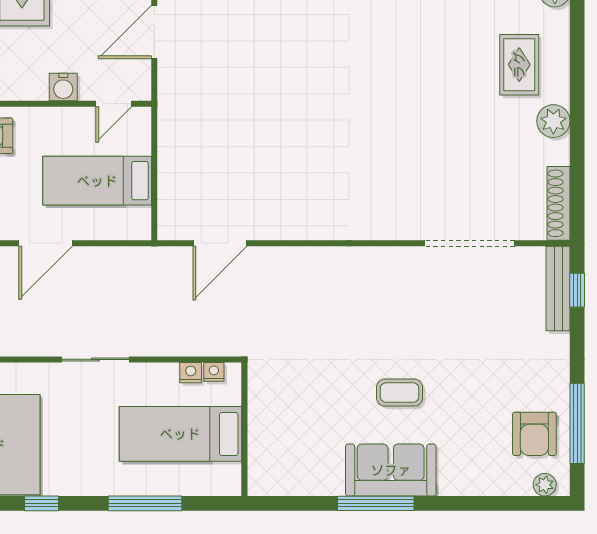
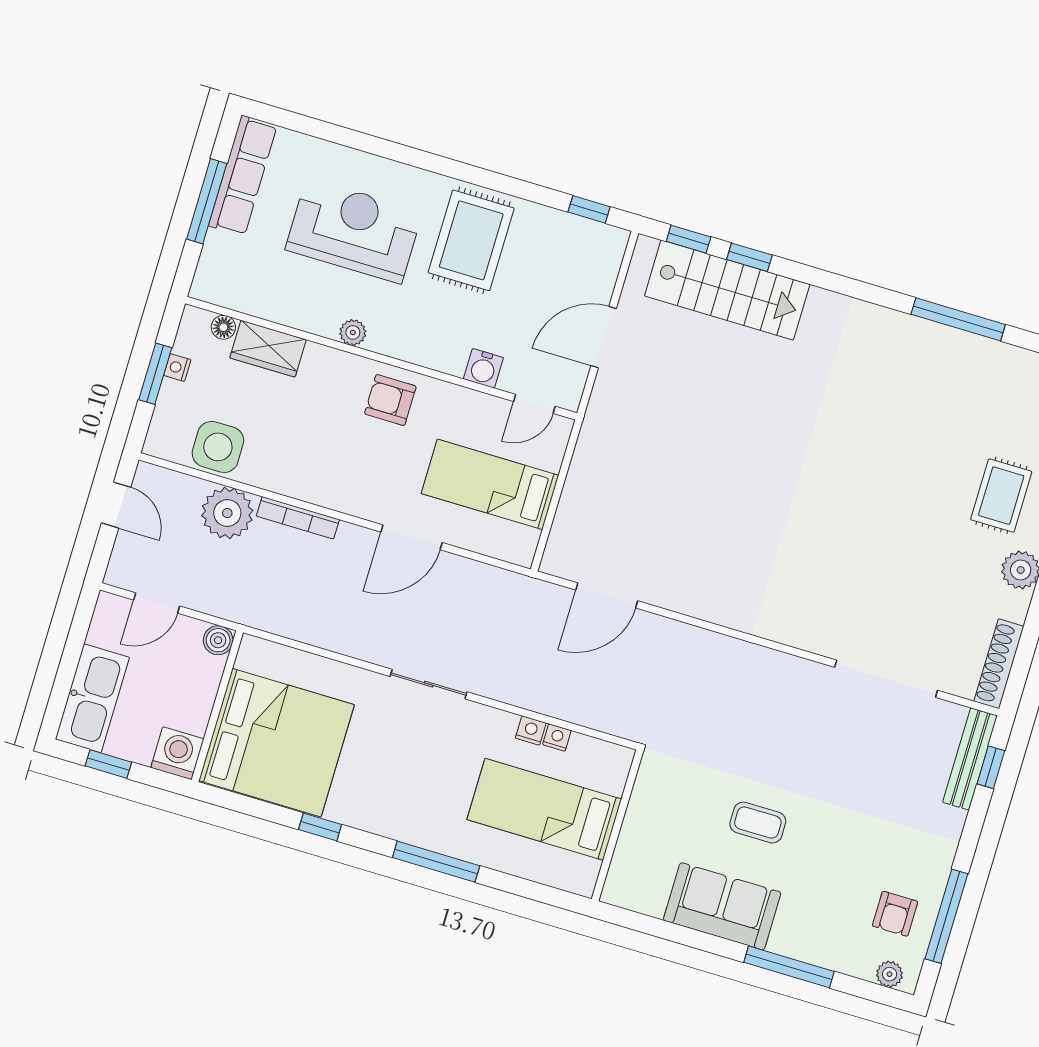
wall: (244, 429) -> (617, 825), moved
bed: (180, 434) -> (544, 809), moved
armchair: (534, 434) -> (895, 914), width x0.72, depth x0.72
window: (376, 503) -> (789, 967), moved

